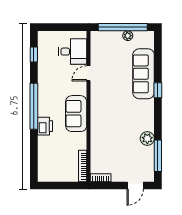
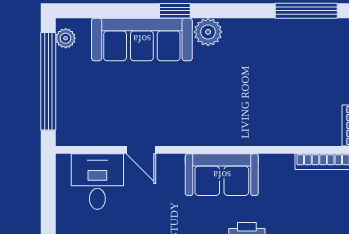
plant: (128, 36) -> (66, 38), moved
plant: (147, 138) -> (208, 32), moved

